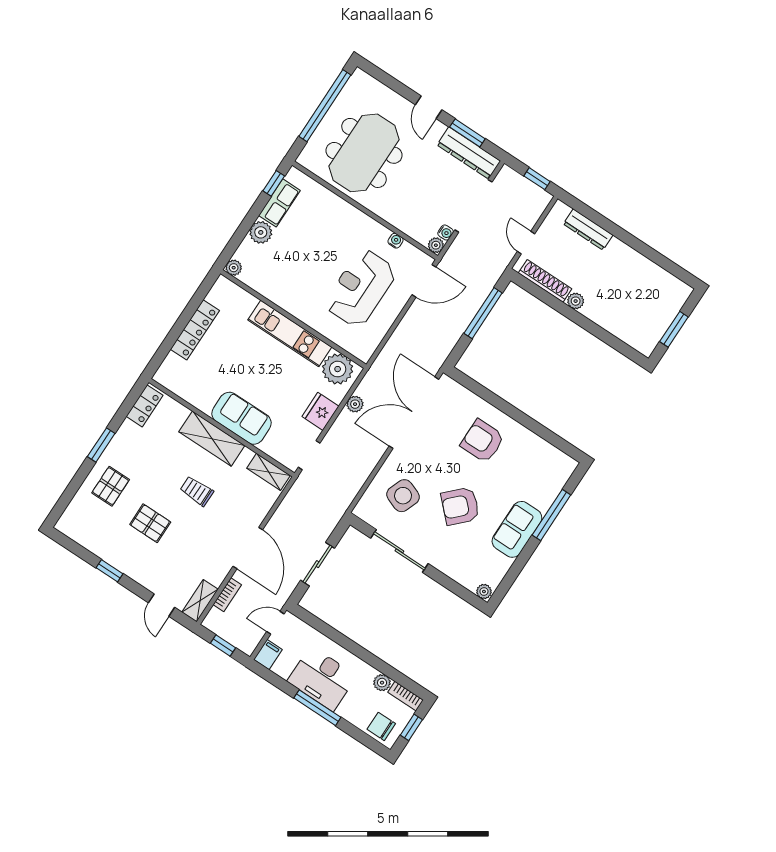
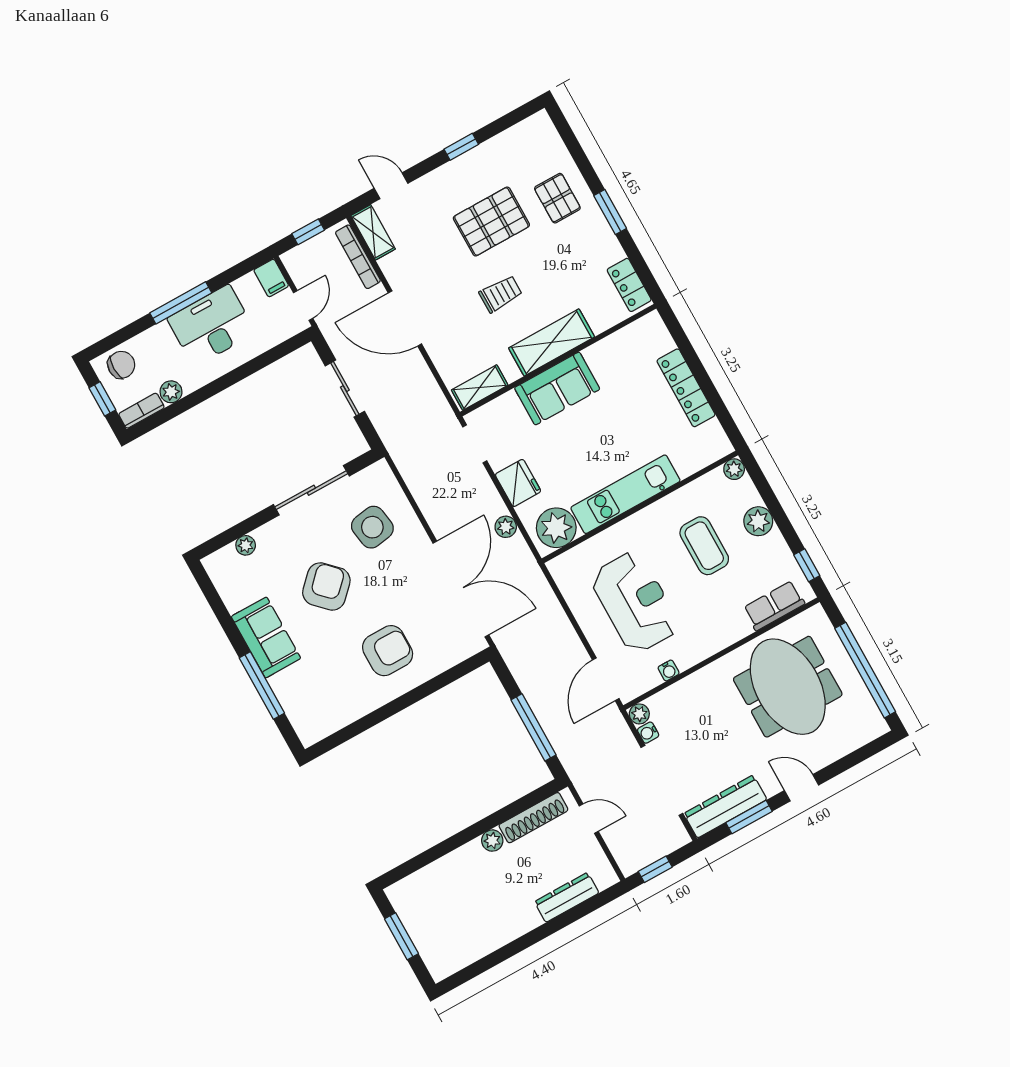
row of seats: (279, 203) -> (774, 606), moved, turned 90
coffee table: (297, 261) -> (704, 546), added
side table: (403, 496) -> (372, 527), turned -30
pallet: (150, 523) -> (491, 221), width x1.50, depth x1.42
plant: (484, 592) -> (246, 545), moved
bookcase: (227, 595) -> (358, 257), width x1.56

